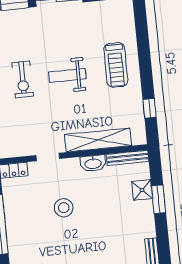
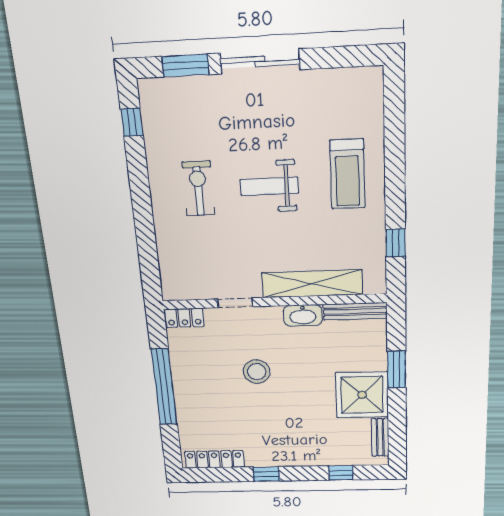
exercise bike: (23, 79) -> (198, 188), turned 180
shower: (142, 190) -> (362, 395), moved, width x1.86, depth x1.86

